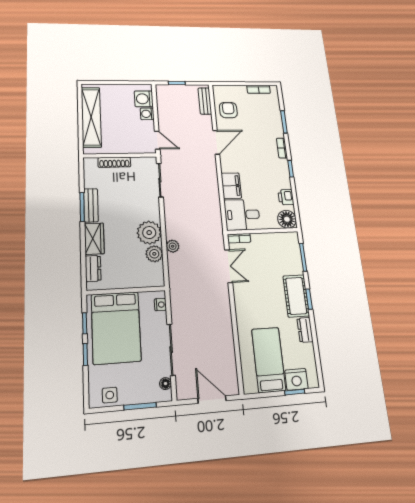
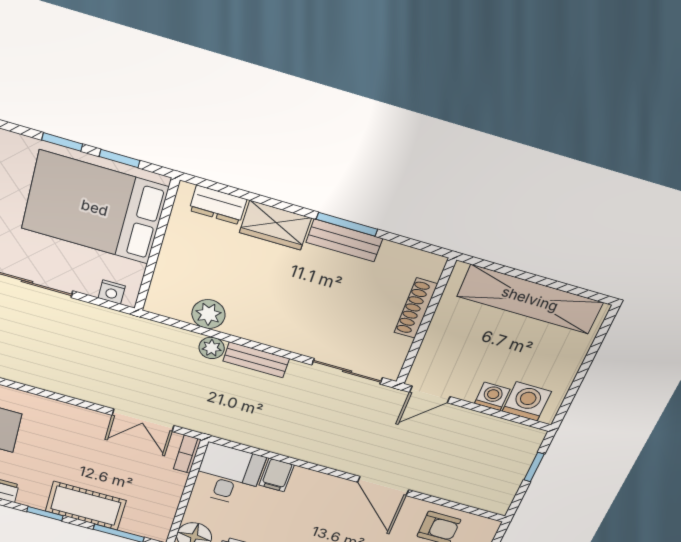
bench: (205, 101) -> (256, 360), moved
filing cabinet: (231, 186) -> (277, 475), width x0.50
plant: (149, 233) -> (252, 320), removed
cot: (296, 296) -> (86, 506), moved

